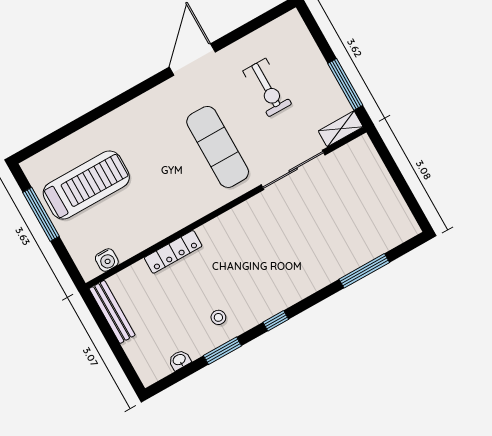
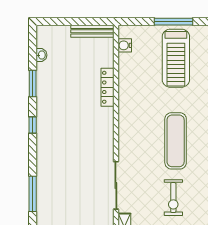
exercise bike: (267, 87) -> (173, 198), turned -90
exercise mat: (218, 147) -> (176, 141), moved, turned 90
stool: (218, 317) -> (54, 92), removed

